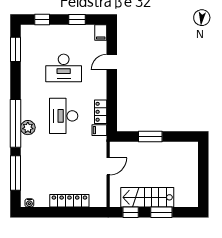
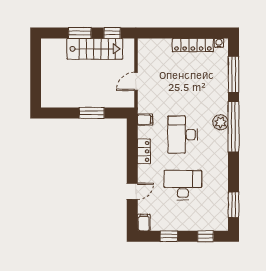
locker: (101, 112) -> (144, 151), moved
desk: (64, 116) -> (183, 135), turned 180
locker: (69, 201) -> (193, 45), moved

